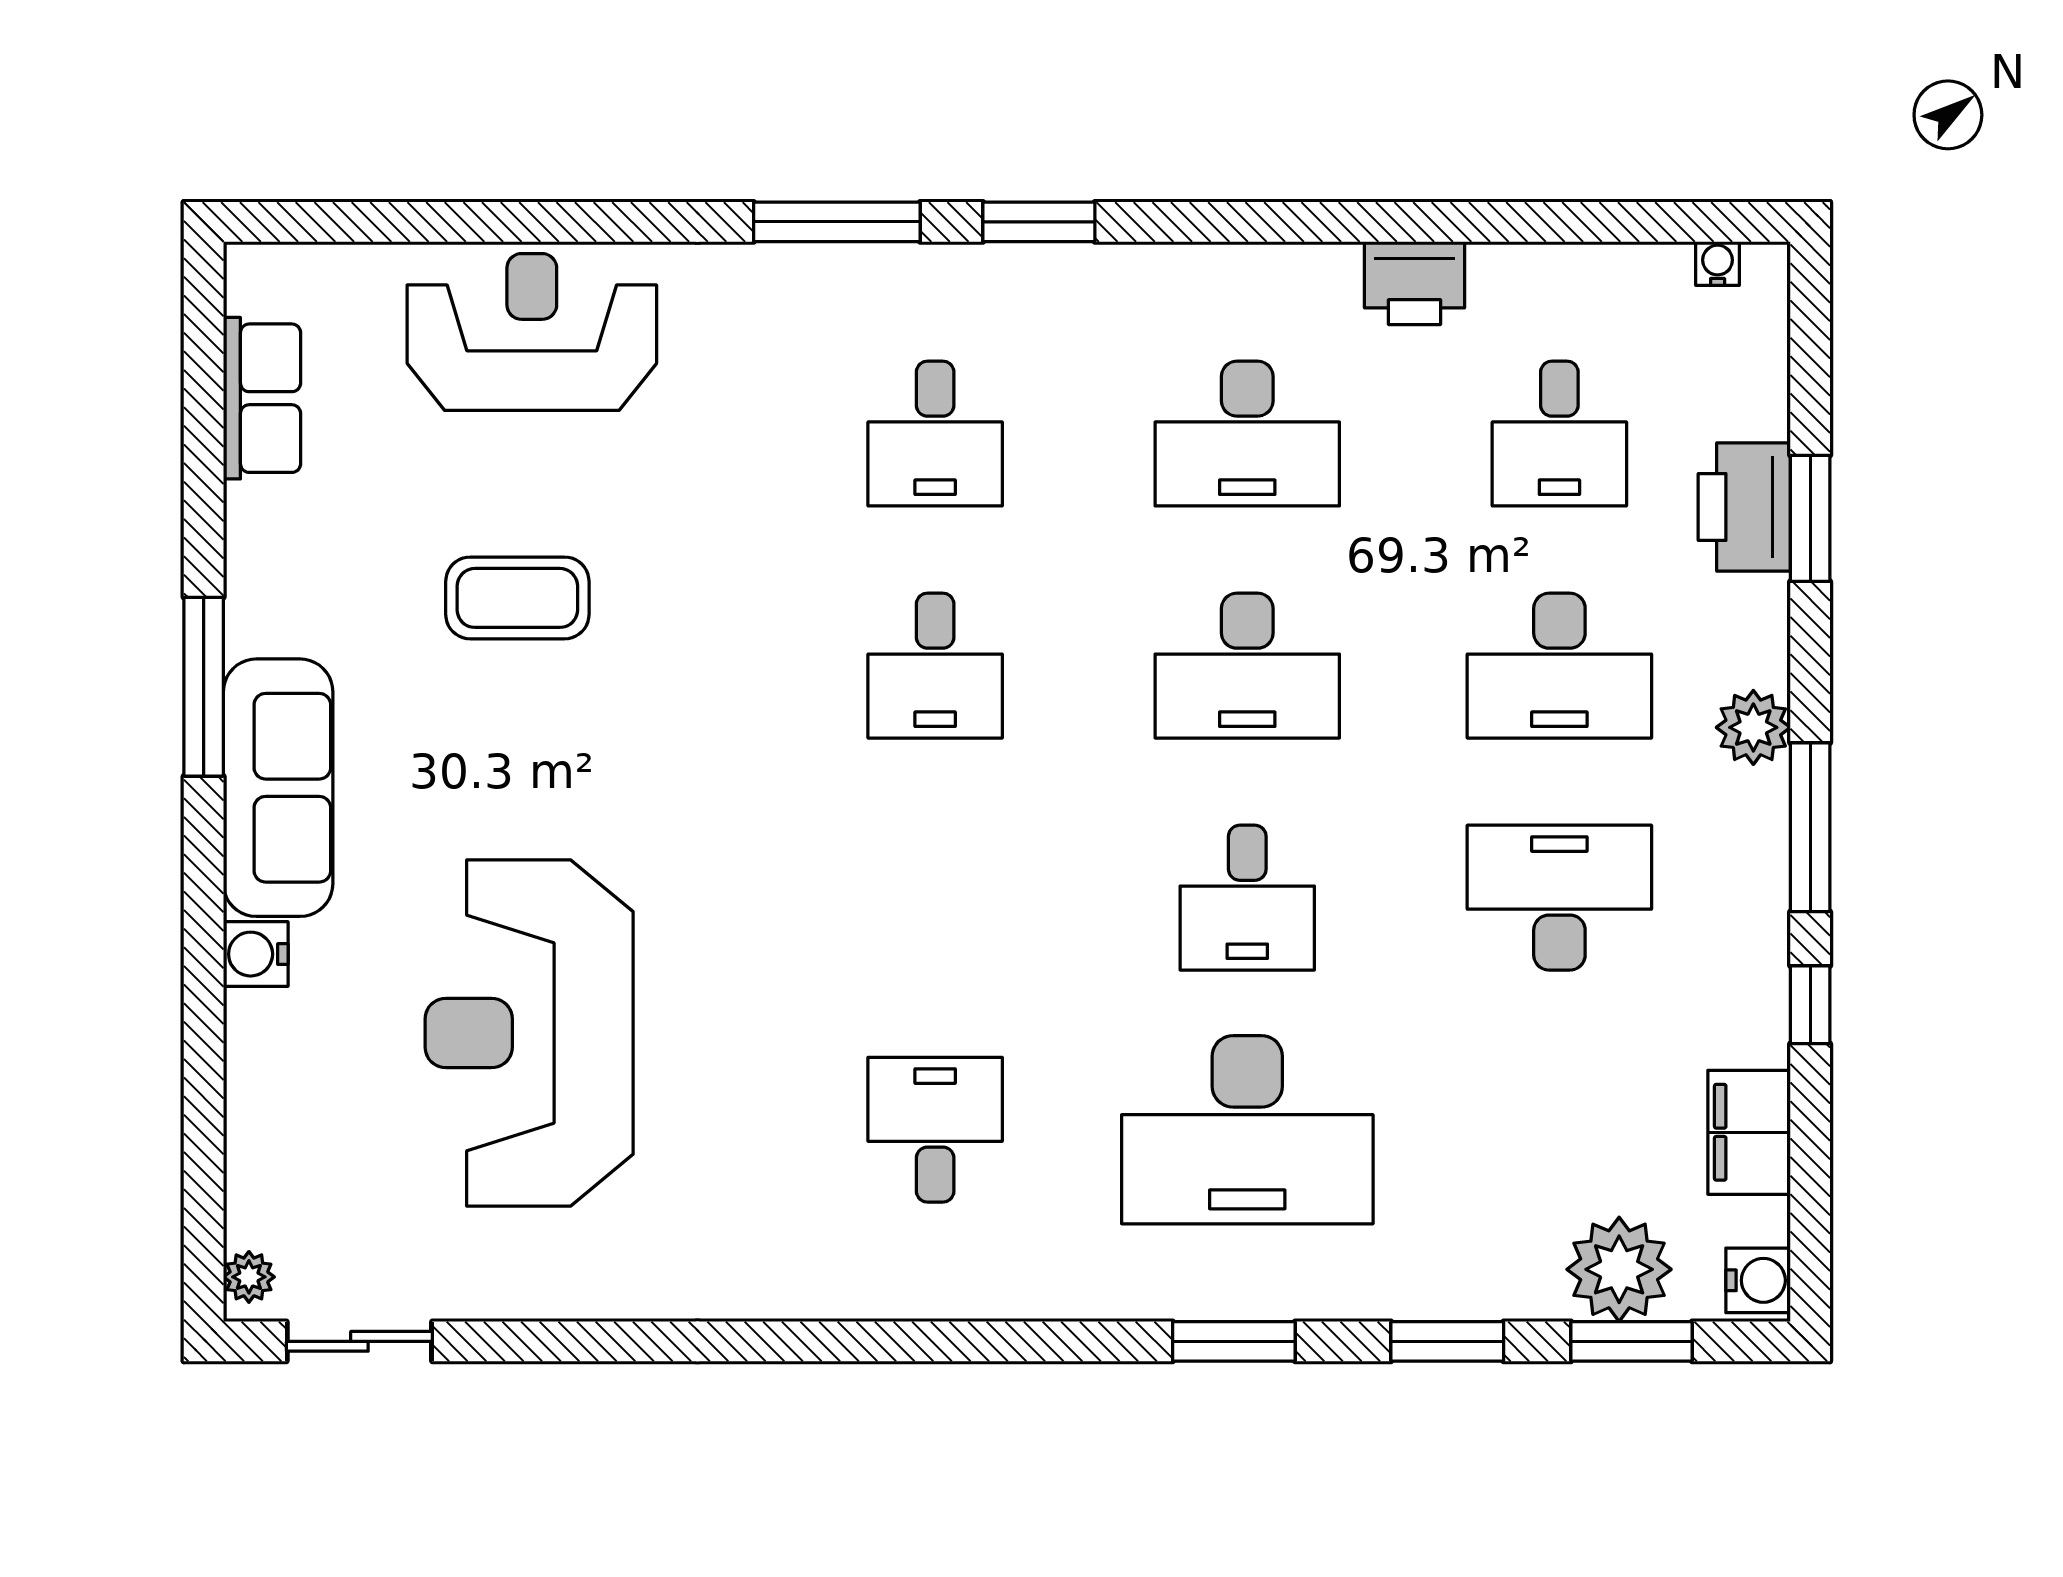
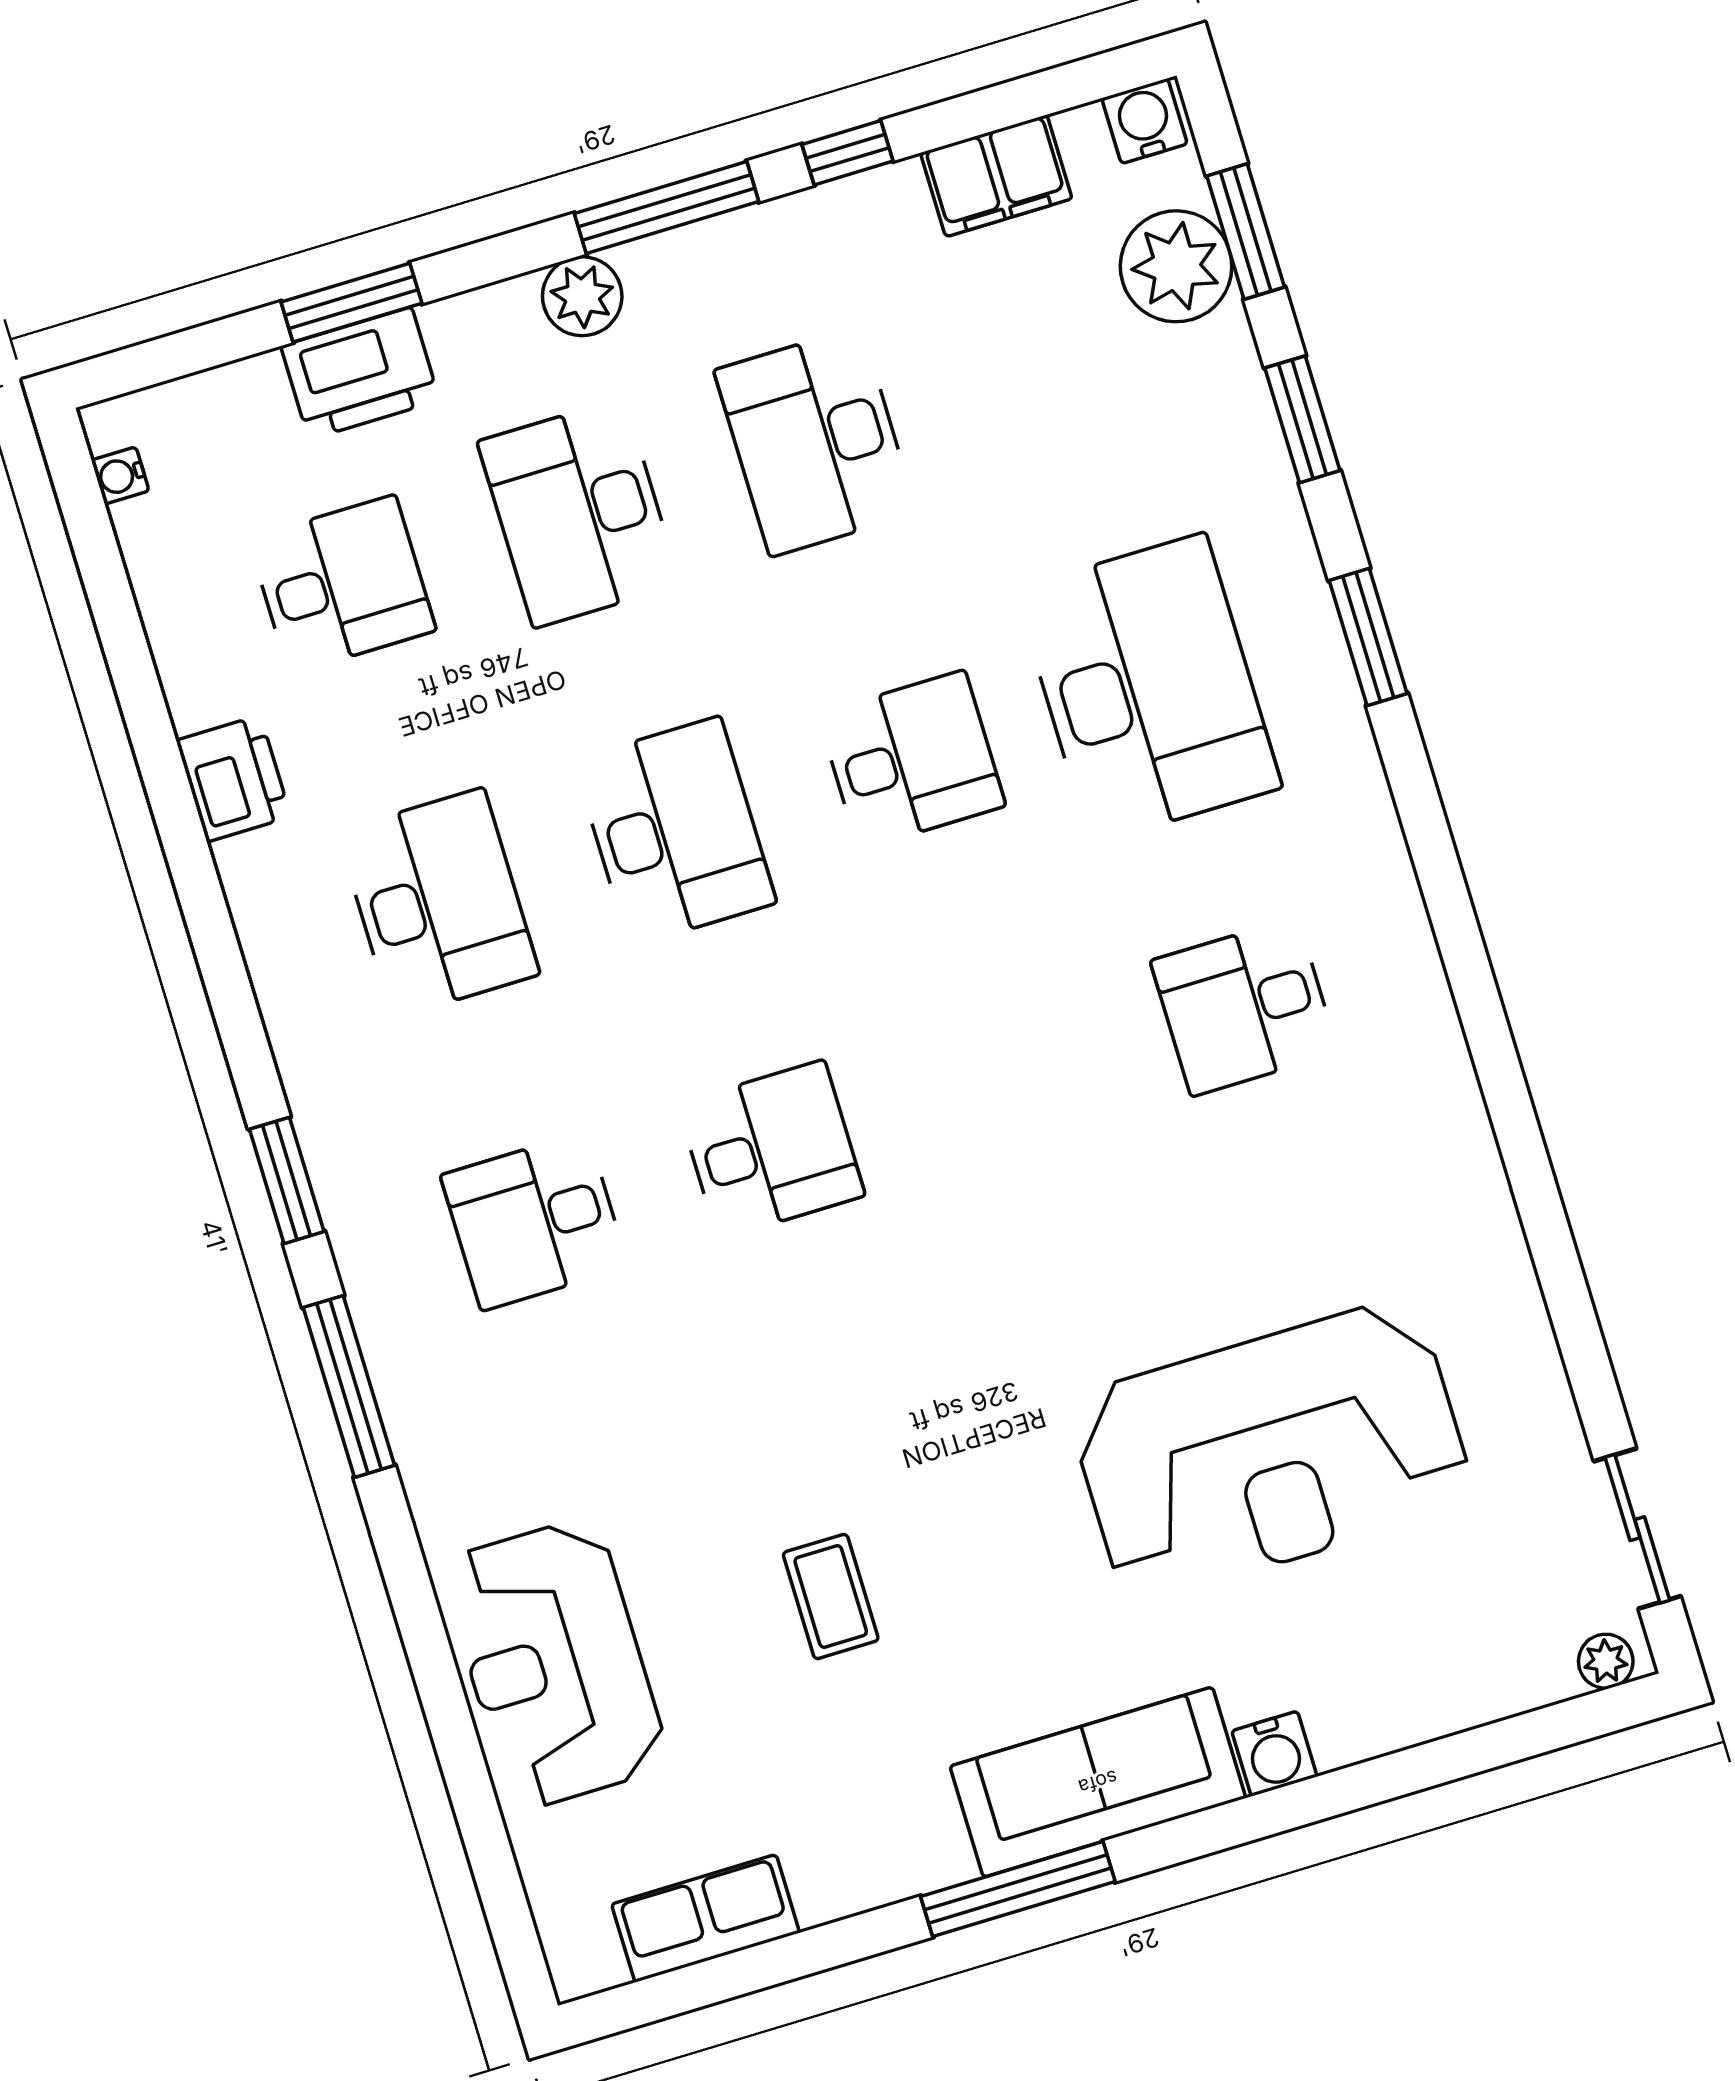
desk: (935, 434) -> (534, 1221), turned 180
coffee table: (517, 598) -> (831, 1596), width x0.73, depth x0.77
desk: (1559, 666) -> (579, 513), turned 180

